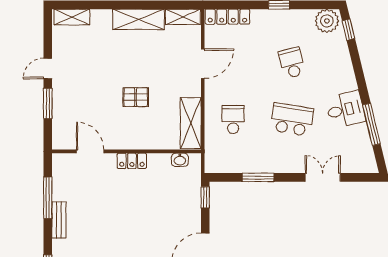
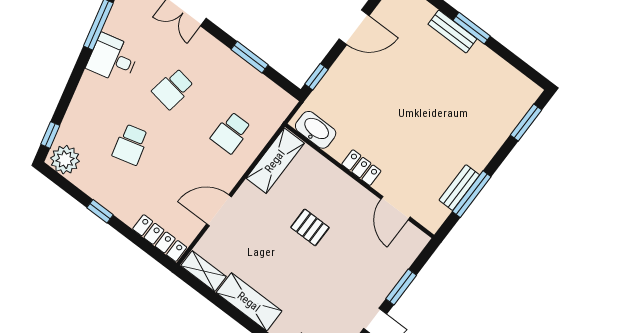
school desk: (292, 119) -> (173, 89), width x0.54
washbasin: (180, 160) -> (316, 130), width x1.91, depth x1.45
bench: (59, 220) -> (459, 188), moved

